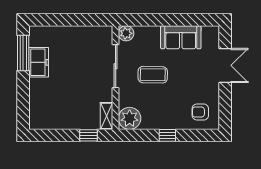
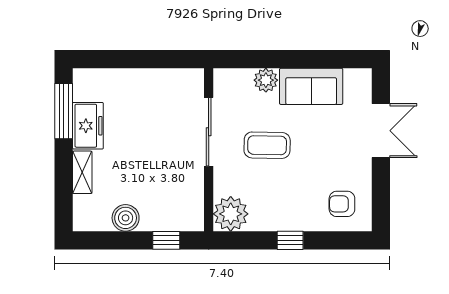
plant: (126, 33) -> (266, 80), moved
shelving: (107, 116) -> (82, 172), moved
boiler: (63, 121) -> (126, 218), added

